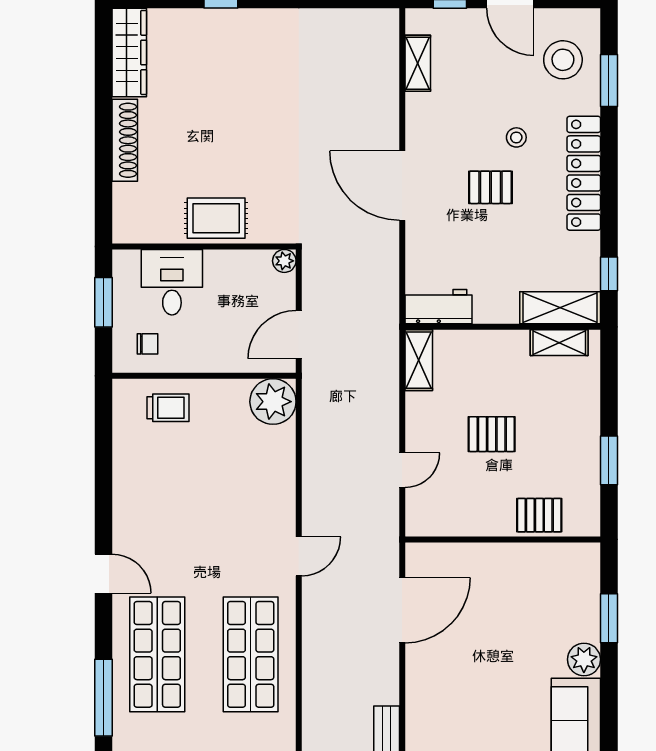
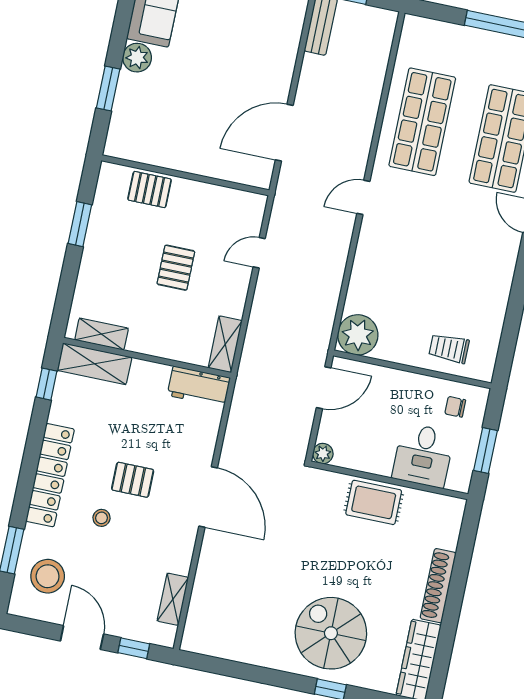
spiral stairs: (233, 62) -> (331, 633), added
pallet: (492, 434) -> (176, 268), turned 90

